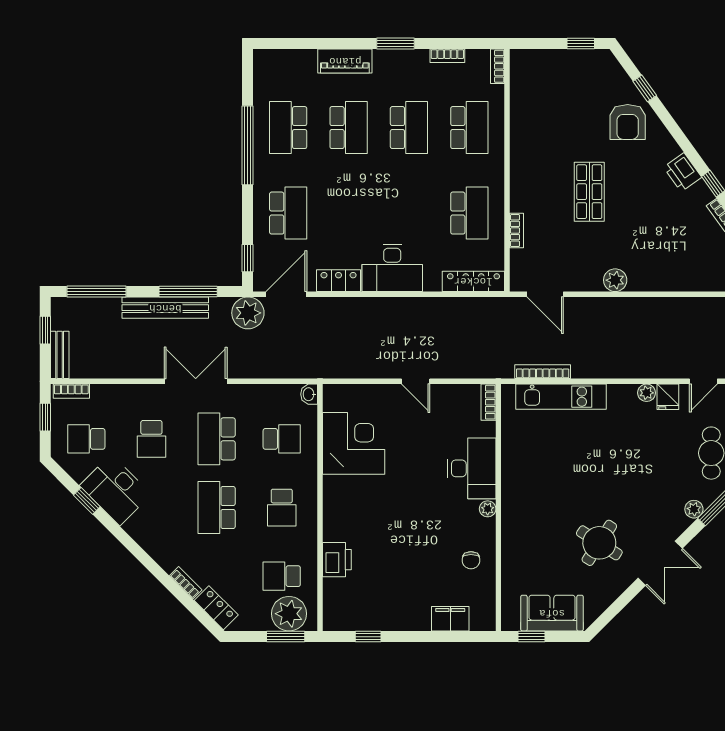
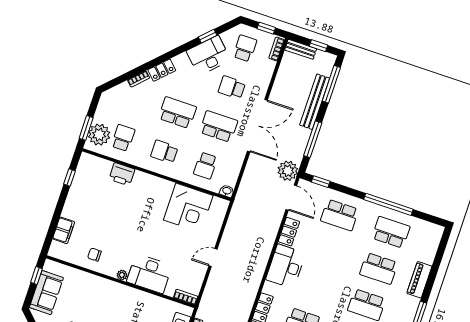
bench: (165, 308) -> (315, 102), moved
double door: (196, 381) -> (257, 126), width x1.36
locker: (216, 608) -> (162, 70), moved

